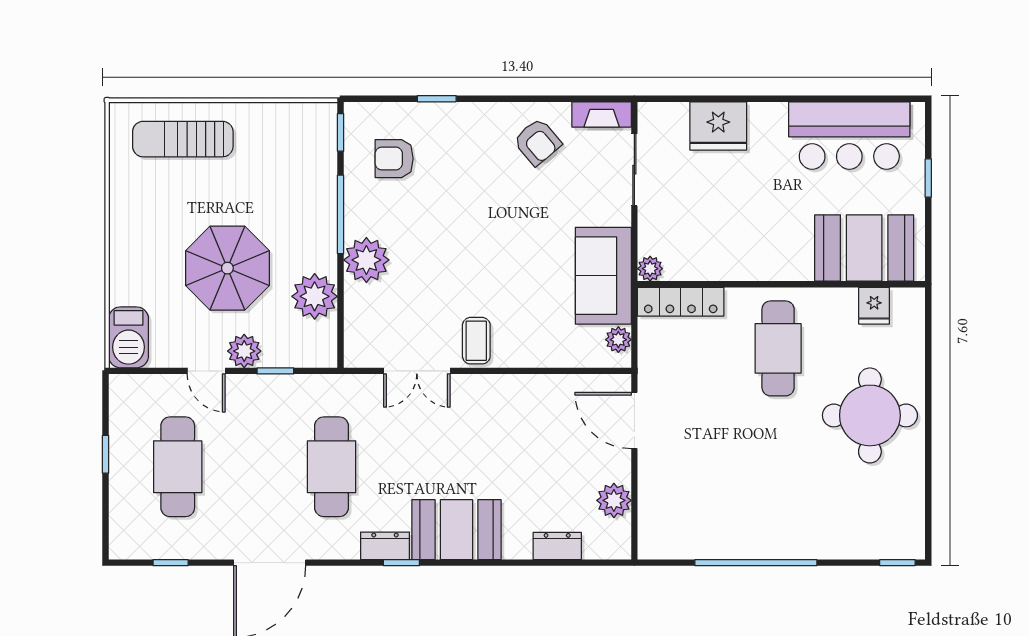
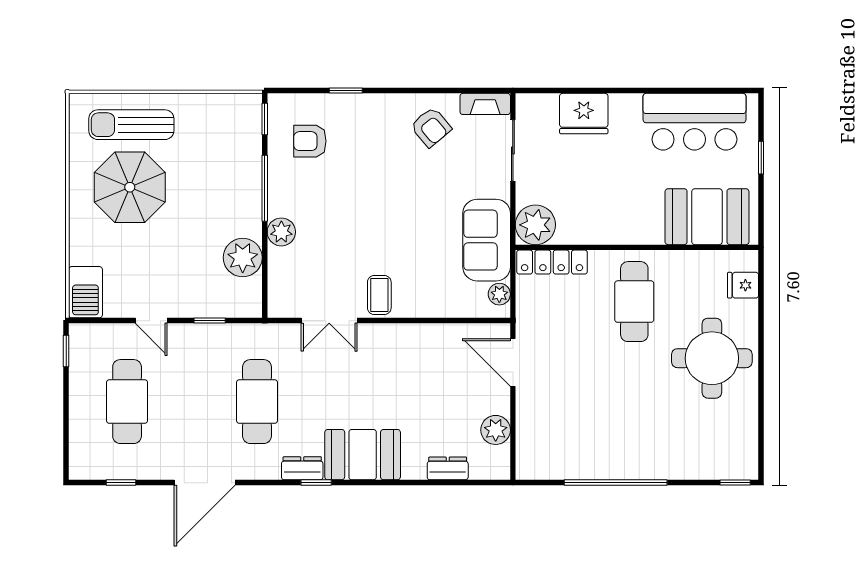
plant: (366, 260) -> (281, 232), width x0.73, depth x0.73
parasol: (227, 268) -> (130, 187), moved
plant: (650, 269) -> (535, 225), width x1.87, depth x1.87
fridge: (874, 306) -> (743, 285), moved, turned 90
plant: (244, 351) -> (183, 304), removed
window: (106, 454) -> (66, 351), moved

